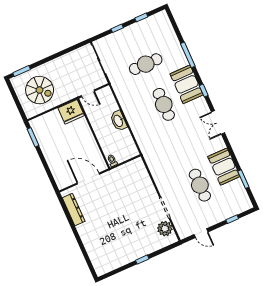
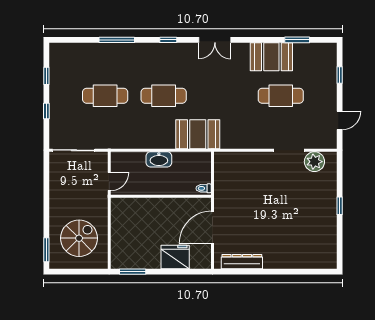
cafe table: (146, 64) -> (105, 96), turned 90
booth: (187, 84) -> (198, 134), moved
fridge: (71, 112) -> (175, 257), moved, turned -90

